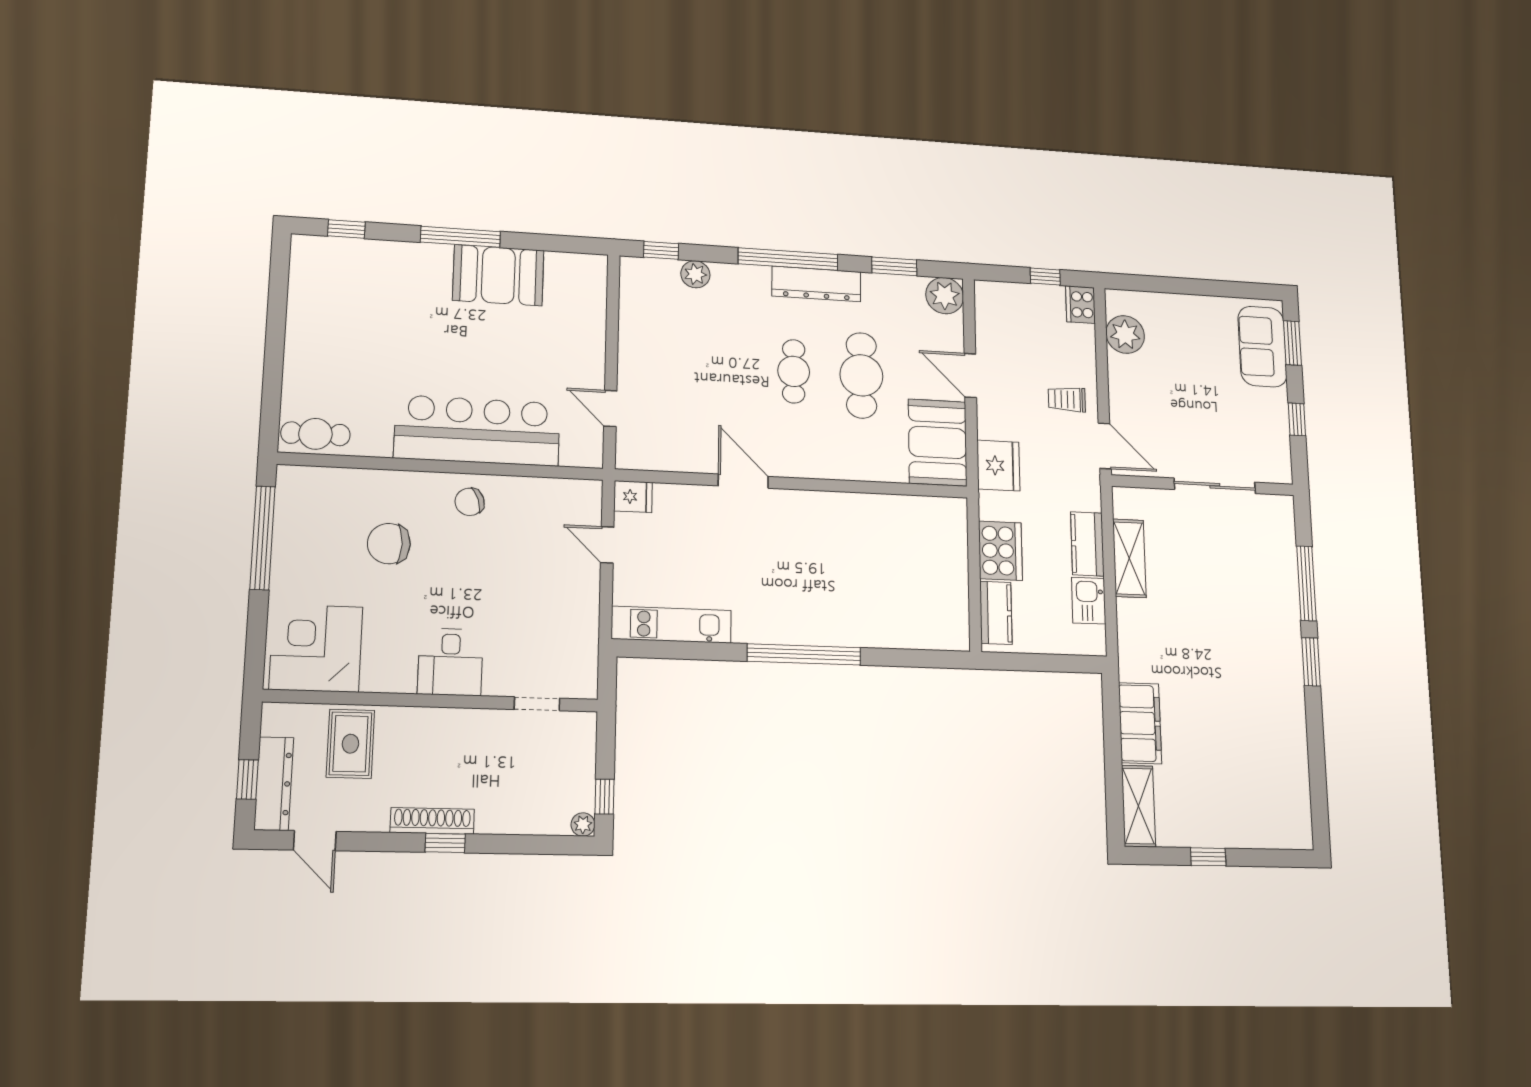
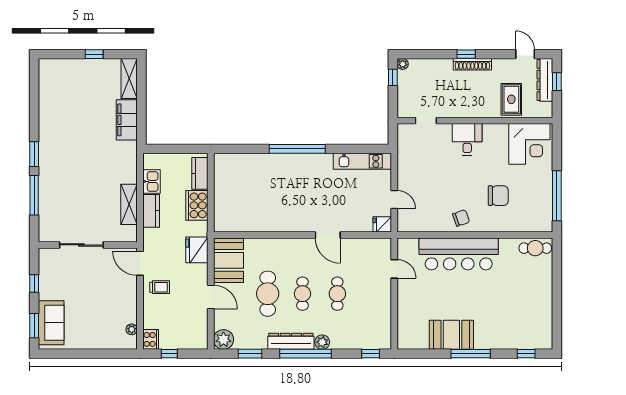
plant: (695, 274) -> (322, 342), moved
plant: (1125, 335) -> (132, 329), width x0.53, depth x0.53
cafe table: (725, 367) -> (337, 294), added

